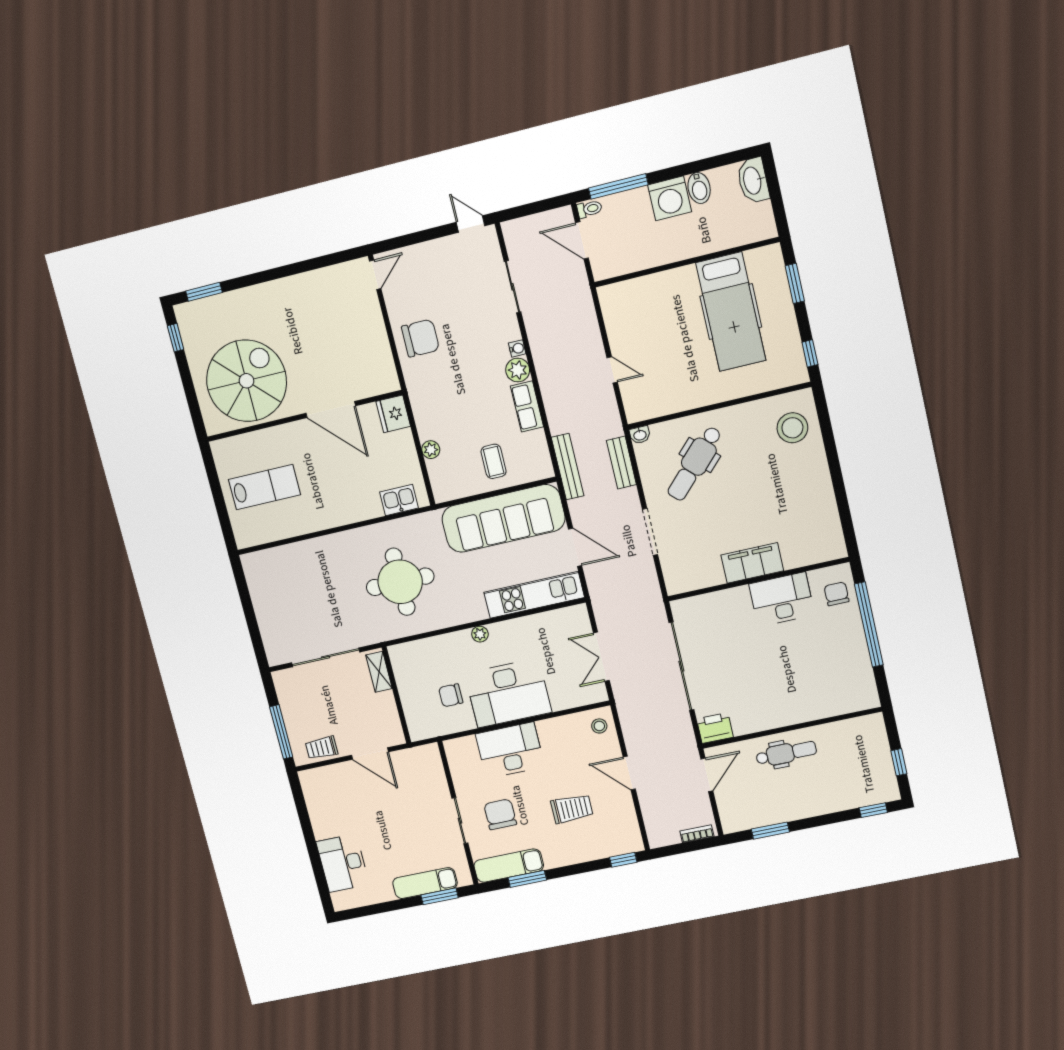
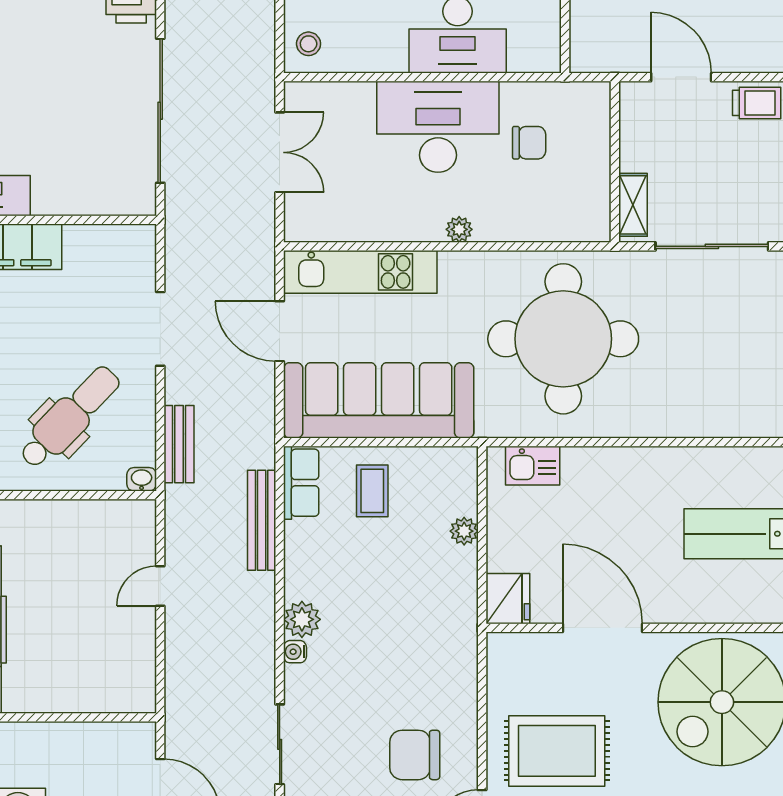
rug: (339, 325) -> (557, 751), added
chair: (420, 338) -> (415, 755), moved
door: (612, 370) -> (160, 586), hinge flipped
row of seats: (527, 406) -> (301, 483), moved
bench: (568, 467) -> (262, 520), moved
round table: (400, 582) -> (563, 339), width x1.36, depth x1.36

